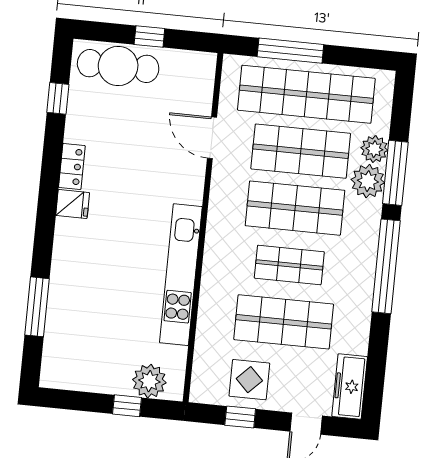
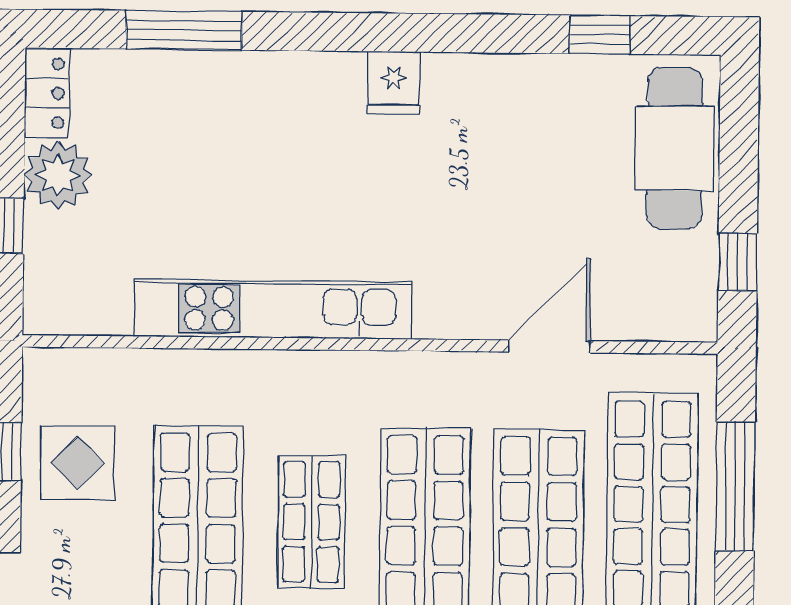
window: (149, 37) -> (738, 262), moved
locker: (72, 166) -> (47, 93), moved, turned -90
plant: (149, 381) -> (58, 175), moved

